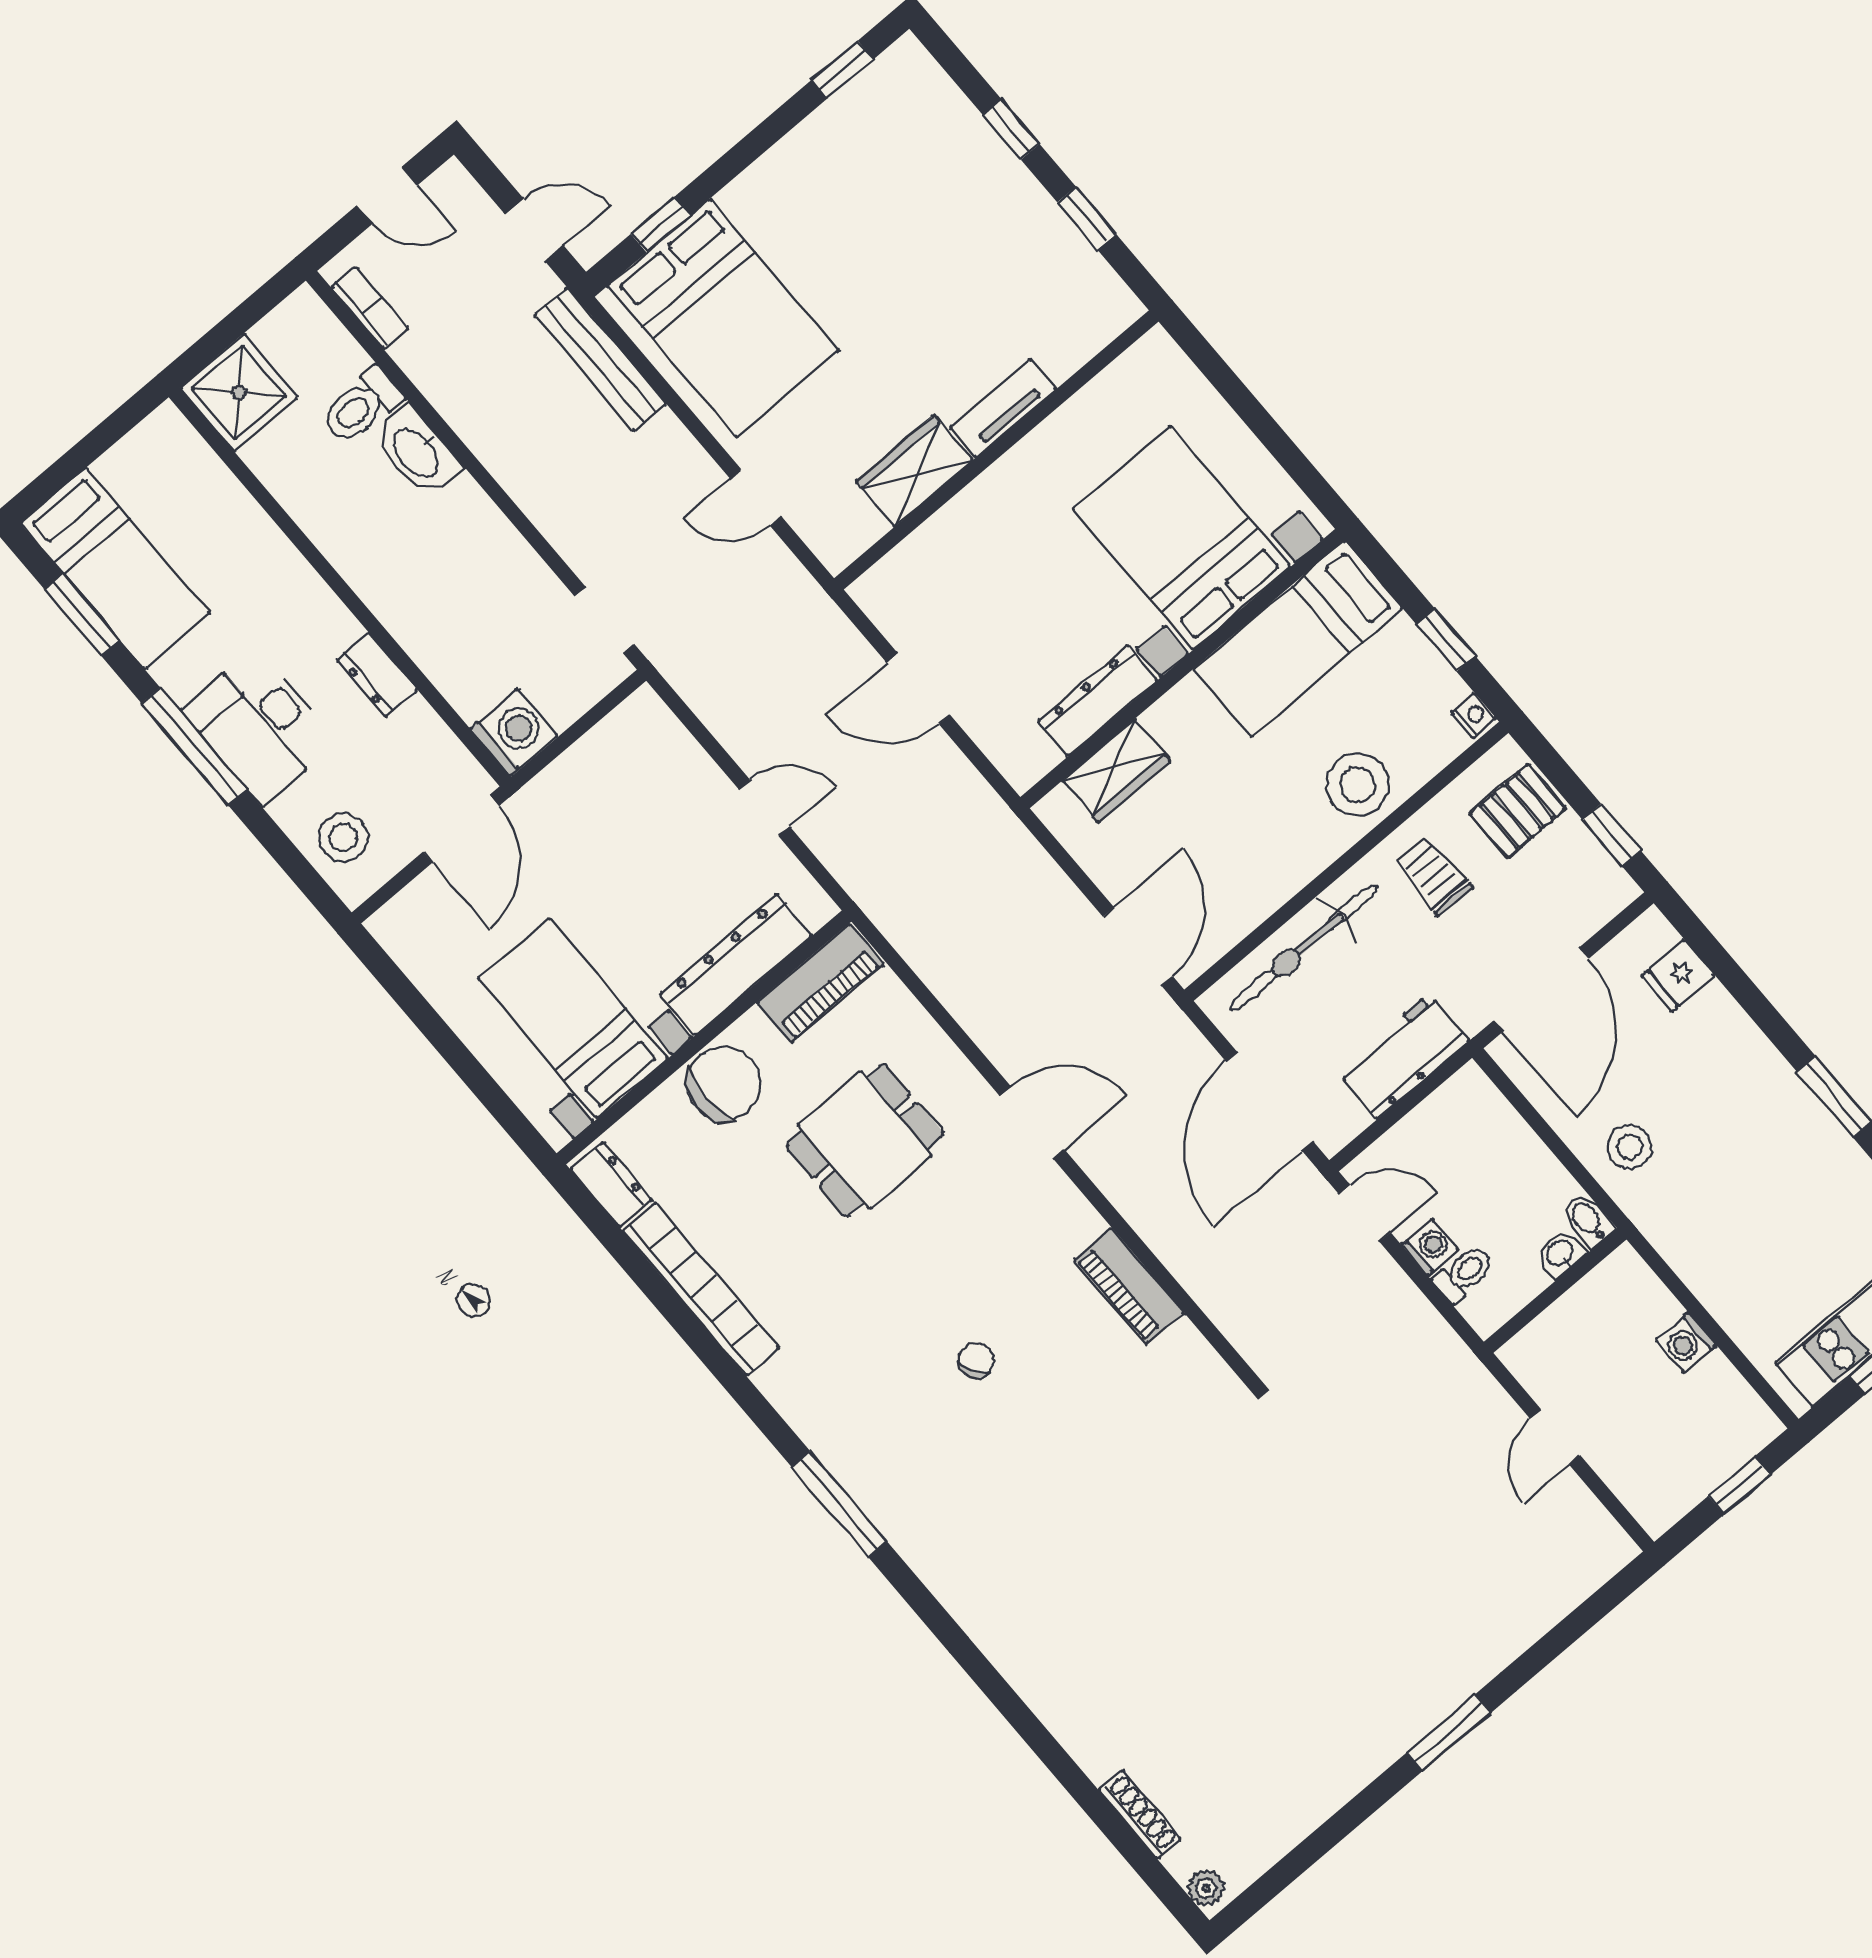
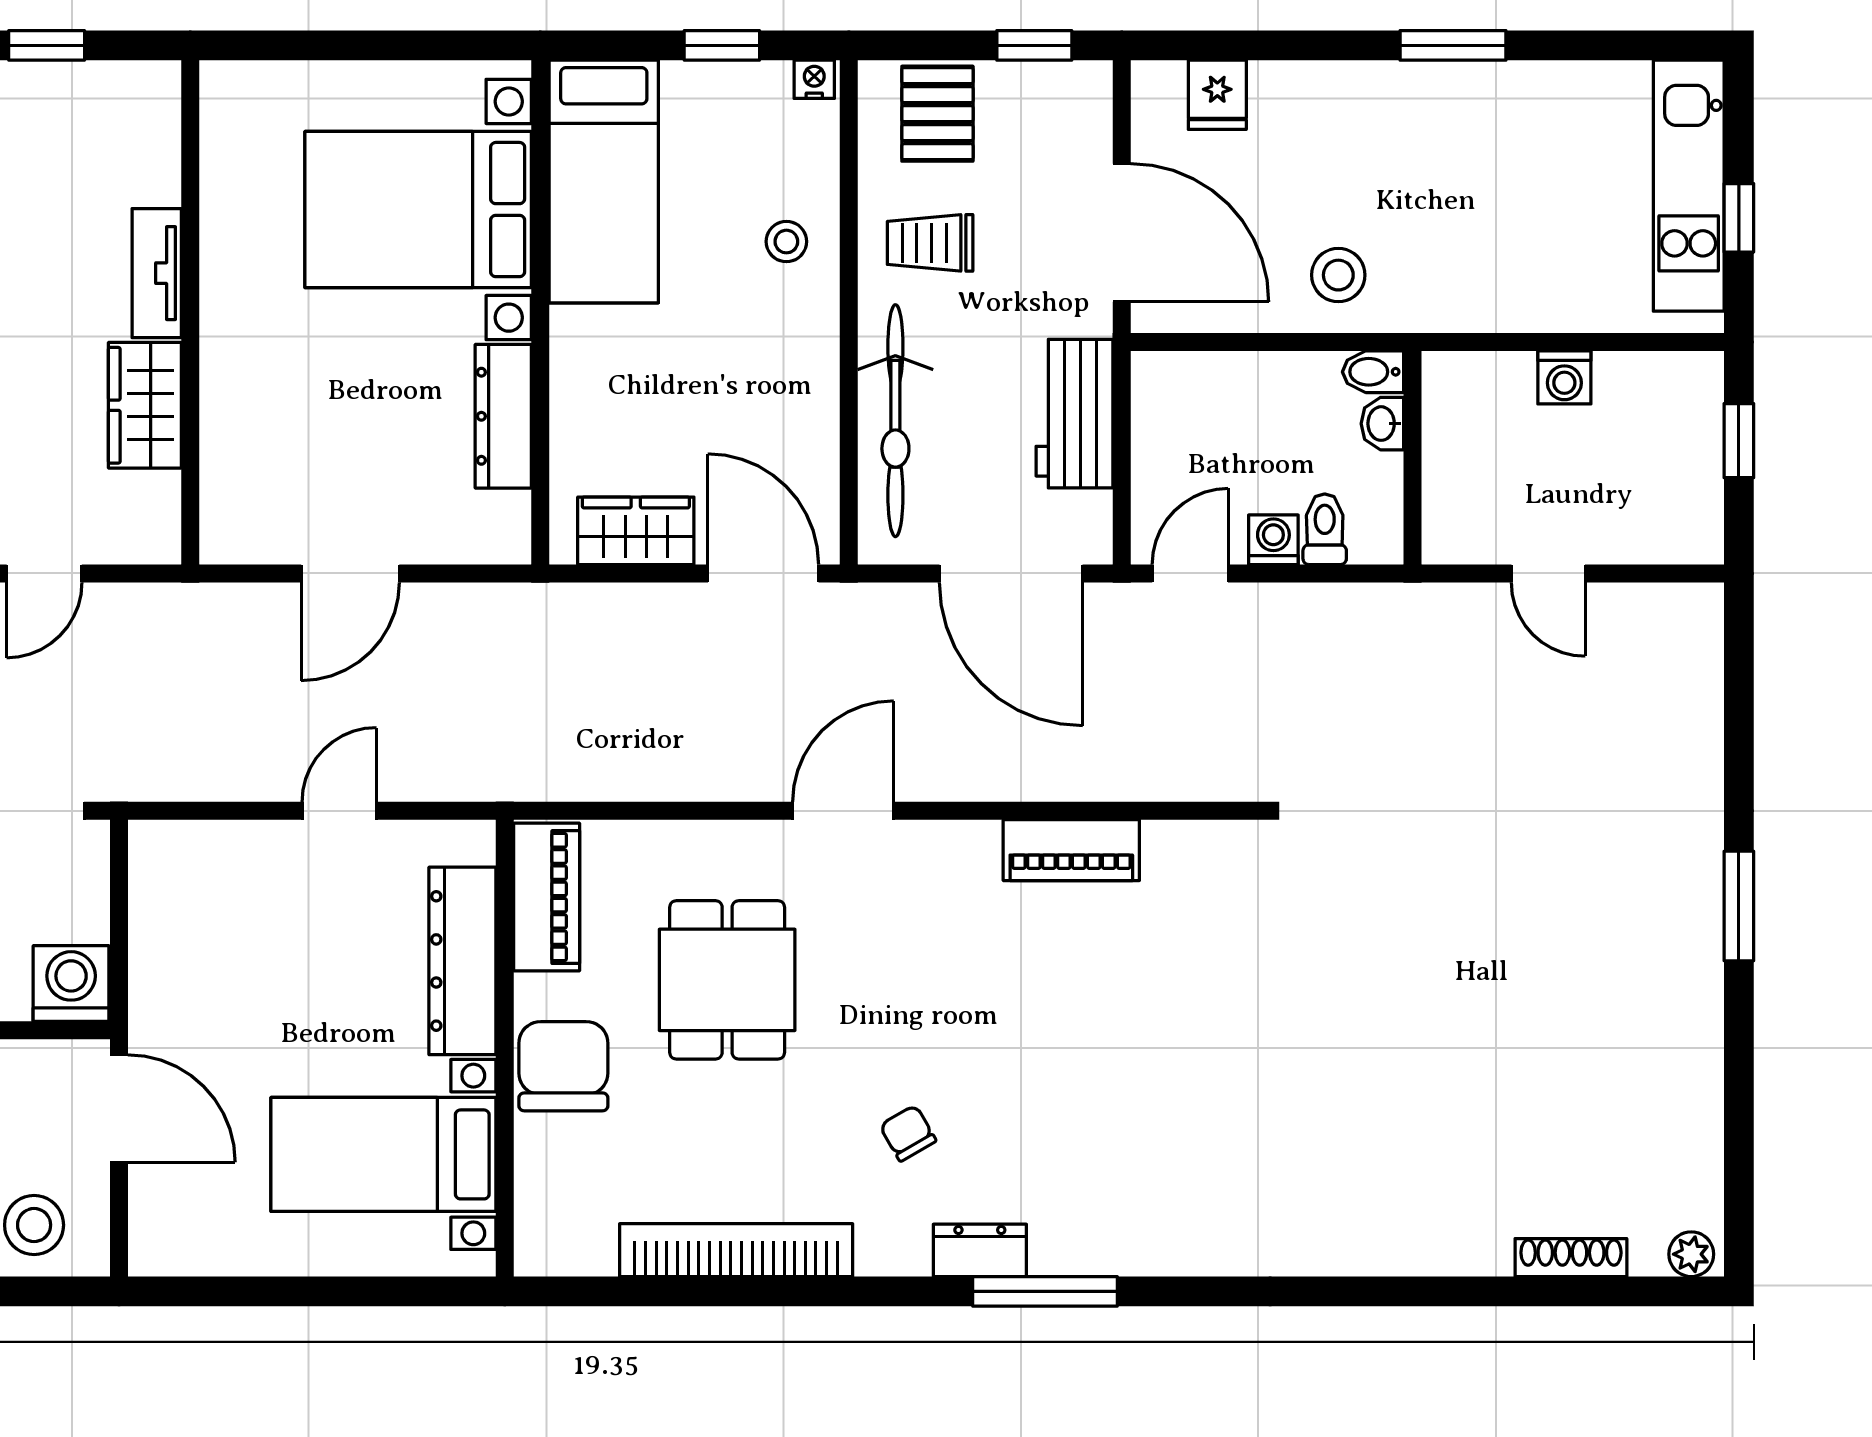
wardrobe: (1116, 771) -> (636, 531), moved, turned -90
stool: (1357, 785) -> (786, 242), width x0.53, depth x0.53
dresser: (611, 1185) -> (980, 1250), moved
chair: (976, 1361) -> (908, 1133), moved

